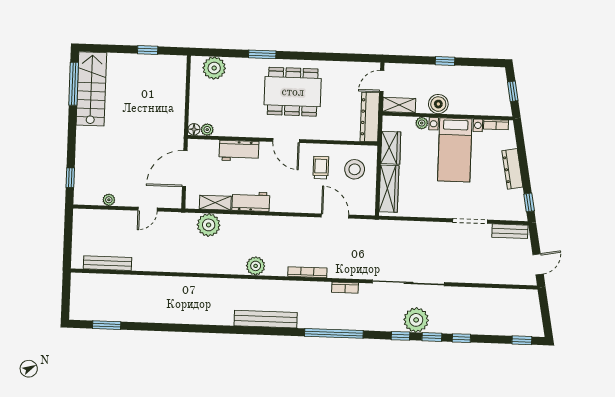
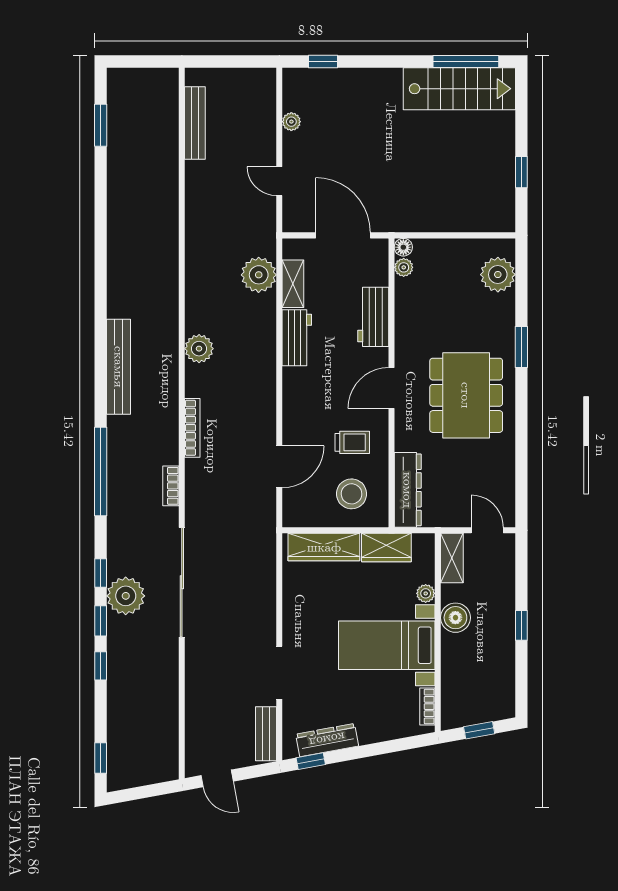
dresser: (370, 117) -> (408, 490), moved, turned 90
dresser: (512, 169) -> (327, 740), moved

